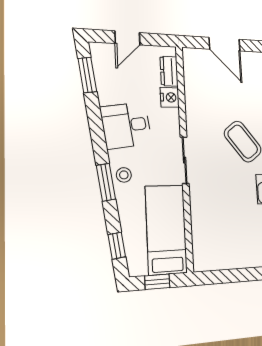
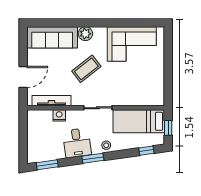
door: (127, 38) -> (23, 140), removed
dresser: (169, 71) -> (43, 115), removed
tv unit: (192, 86) -> (51, 101), added
window: (106, 182) -> (93, 158), moved

